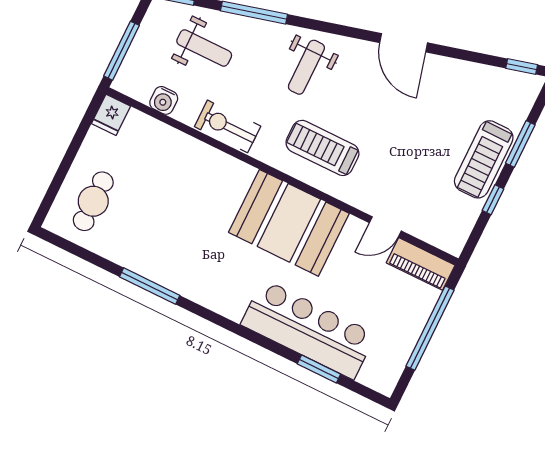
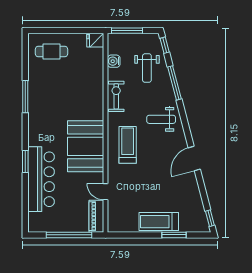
window: (493, 200) -> (142, 235), removed
window: (319, 369) -> (25, 161), moved

